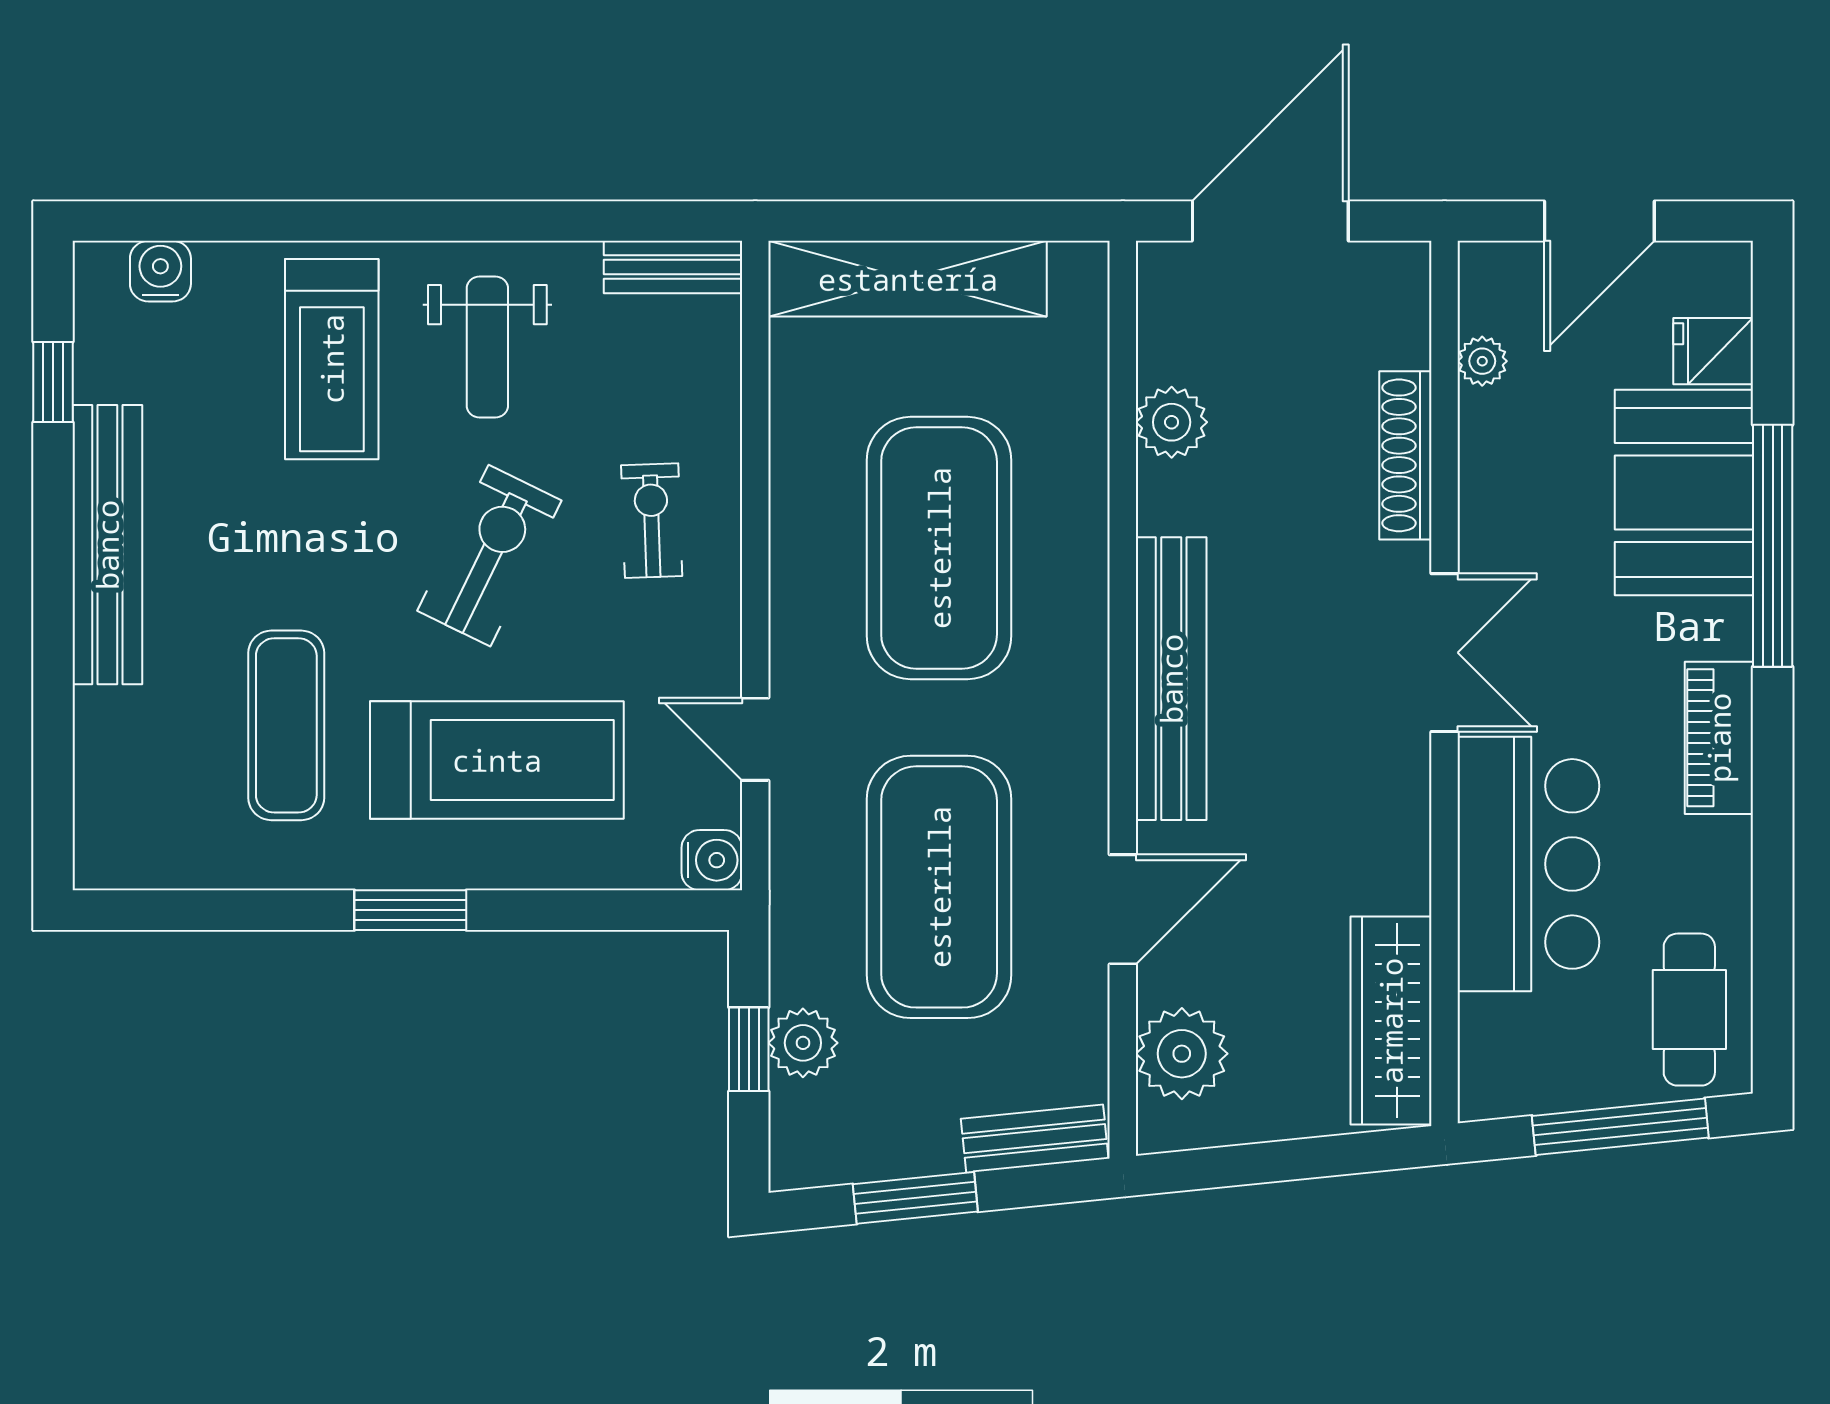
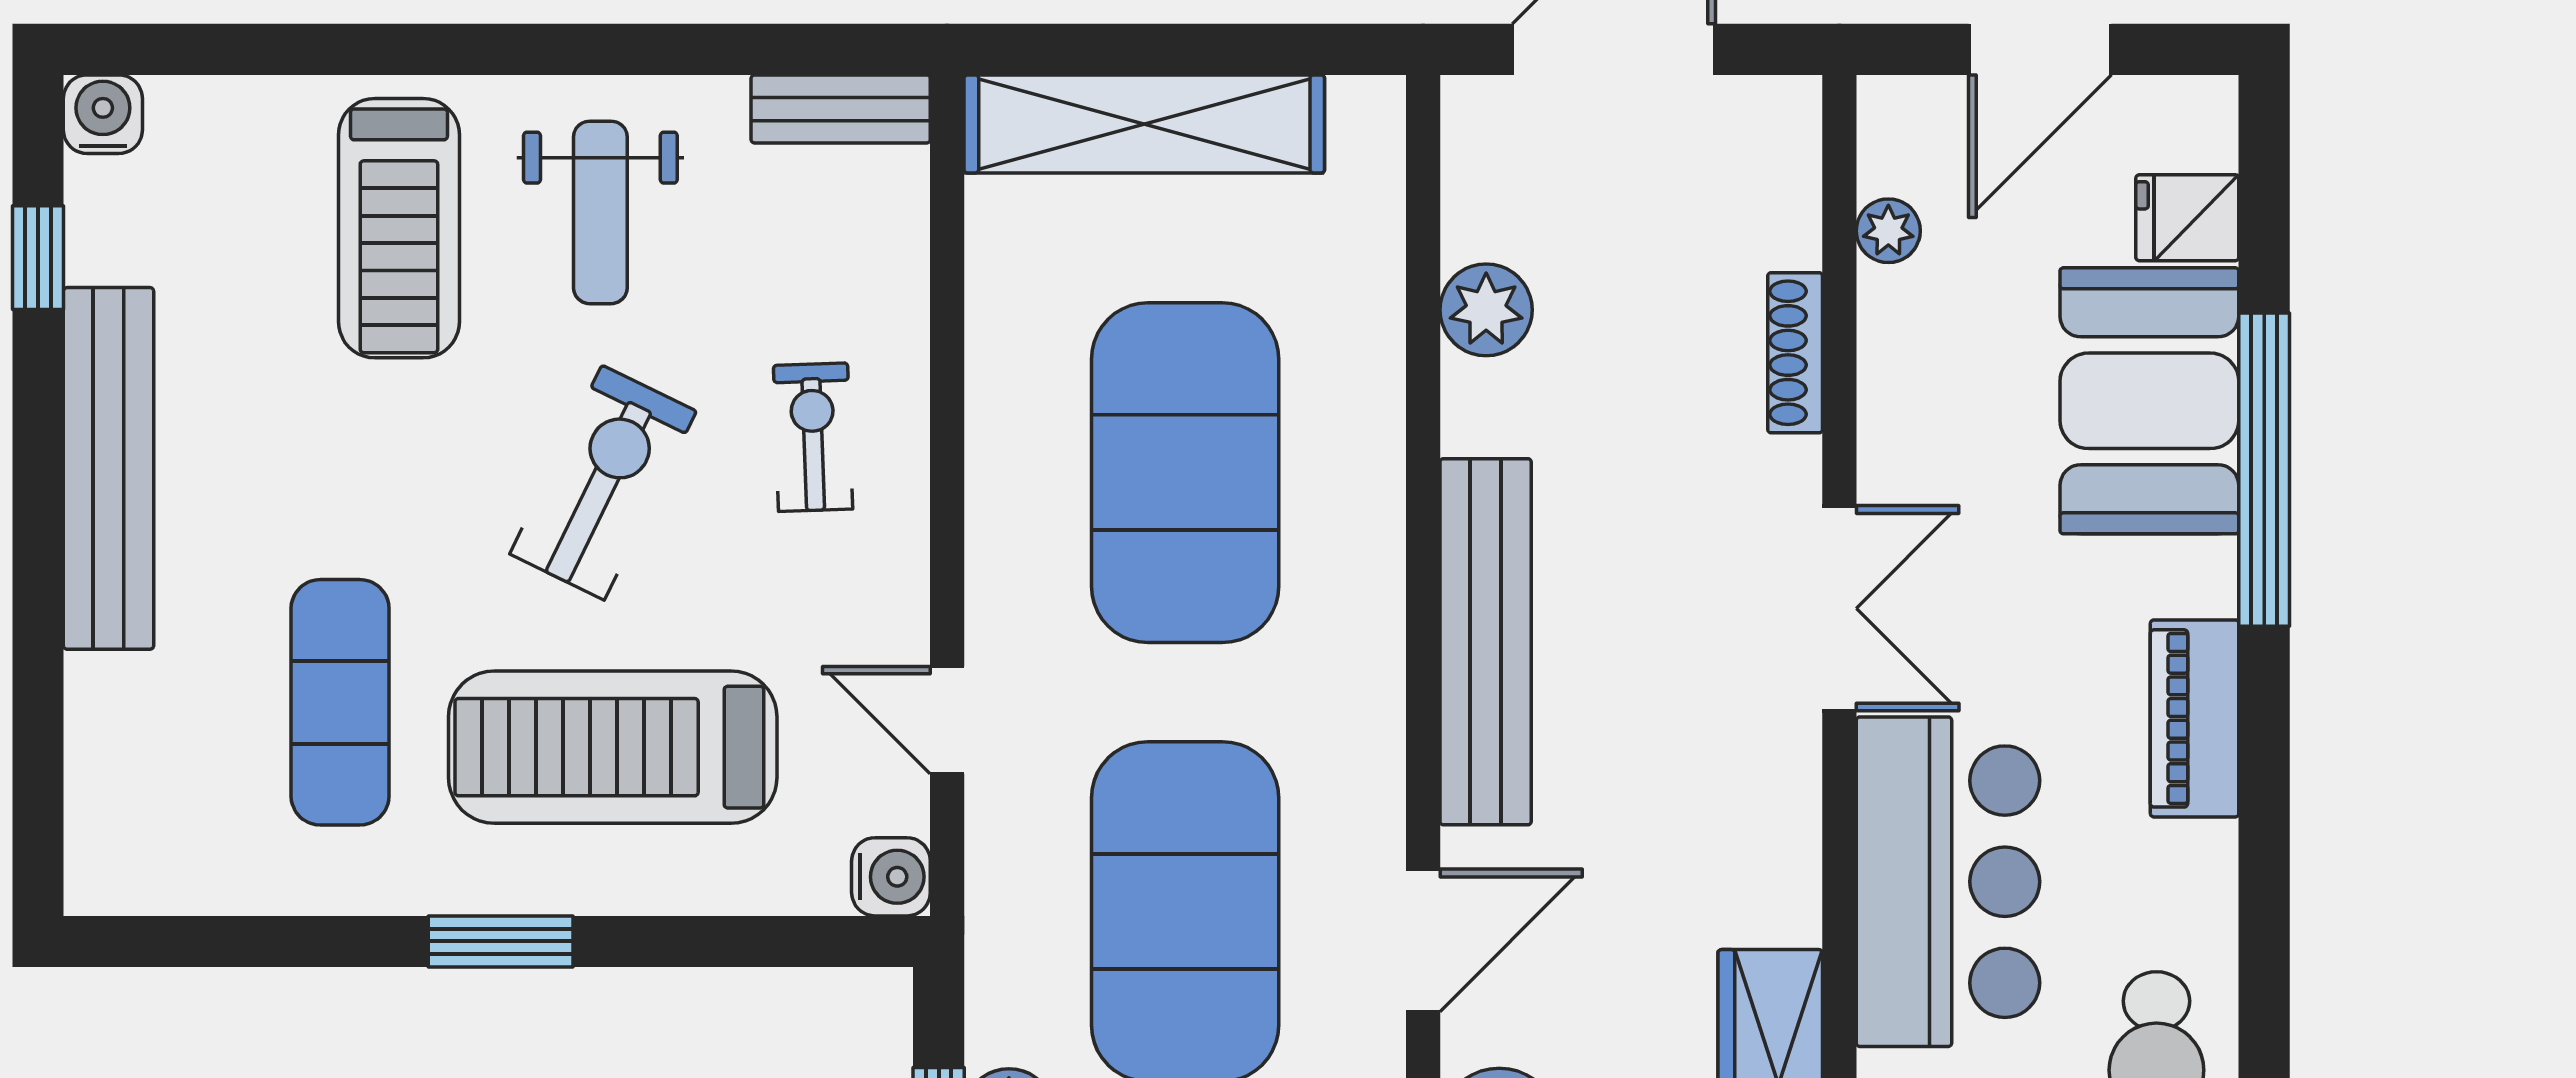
water cooler: (160, 271) -> (103, 114), moved
shoe rack: (1405, 455) -> (1795, 353), width x0.74, depth x0.81
treadmill: (497, 760) -> (613, 747), turned 180

